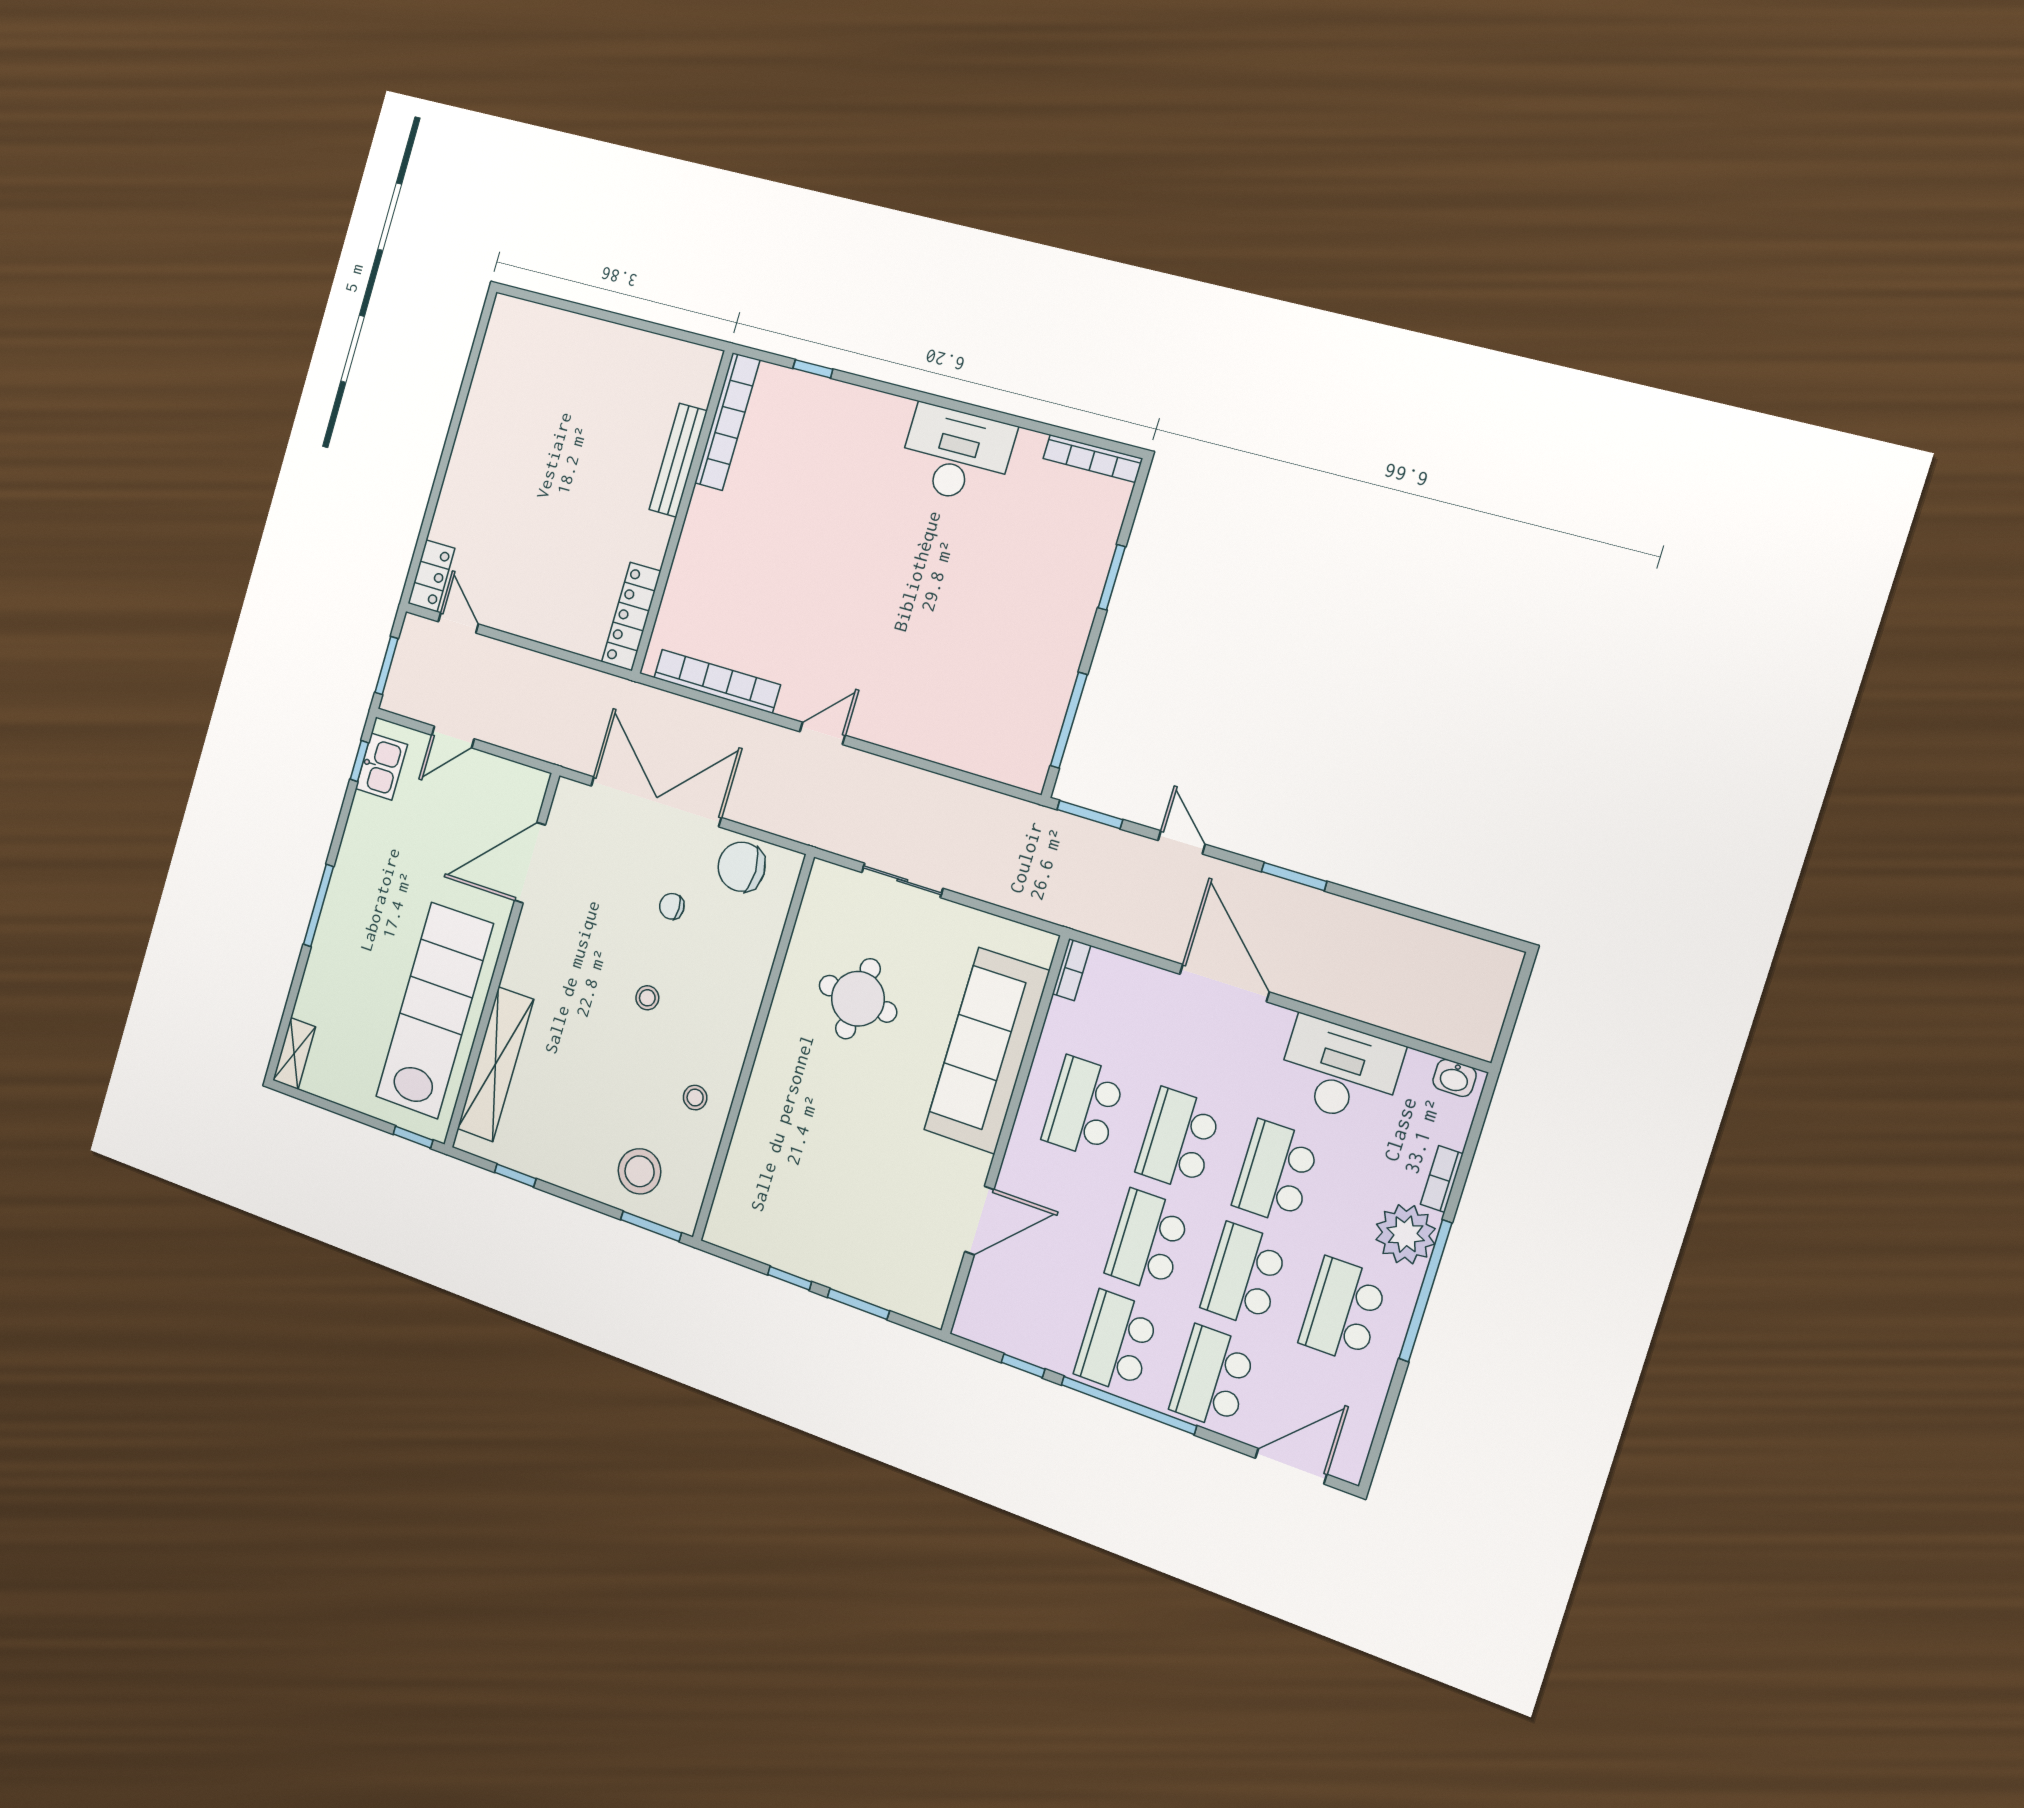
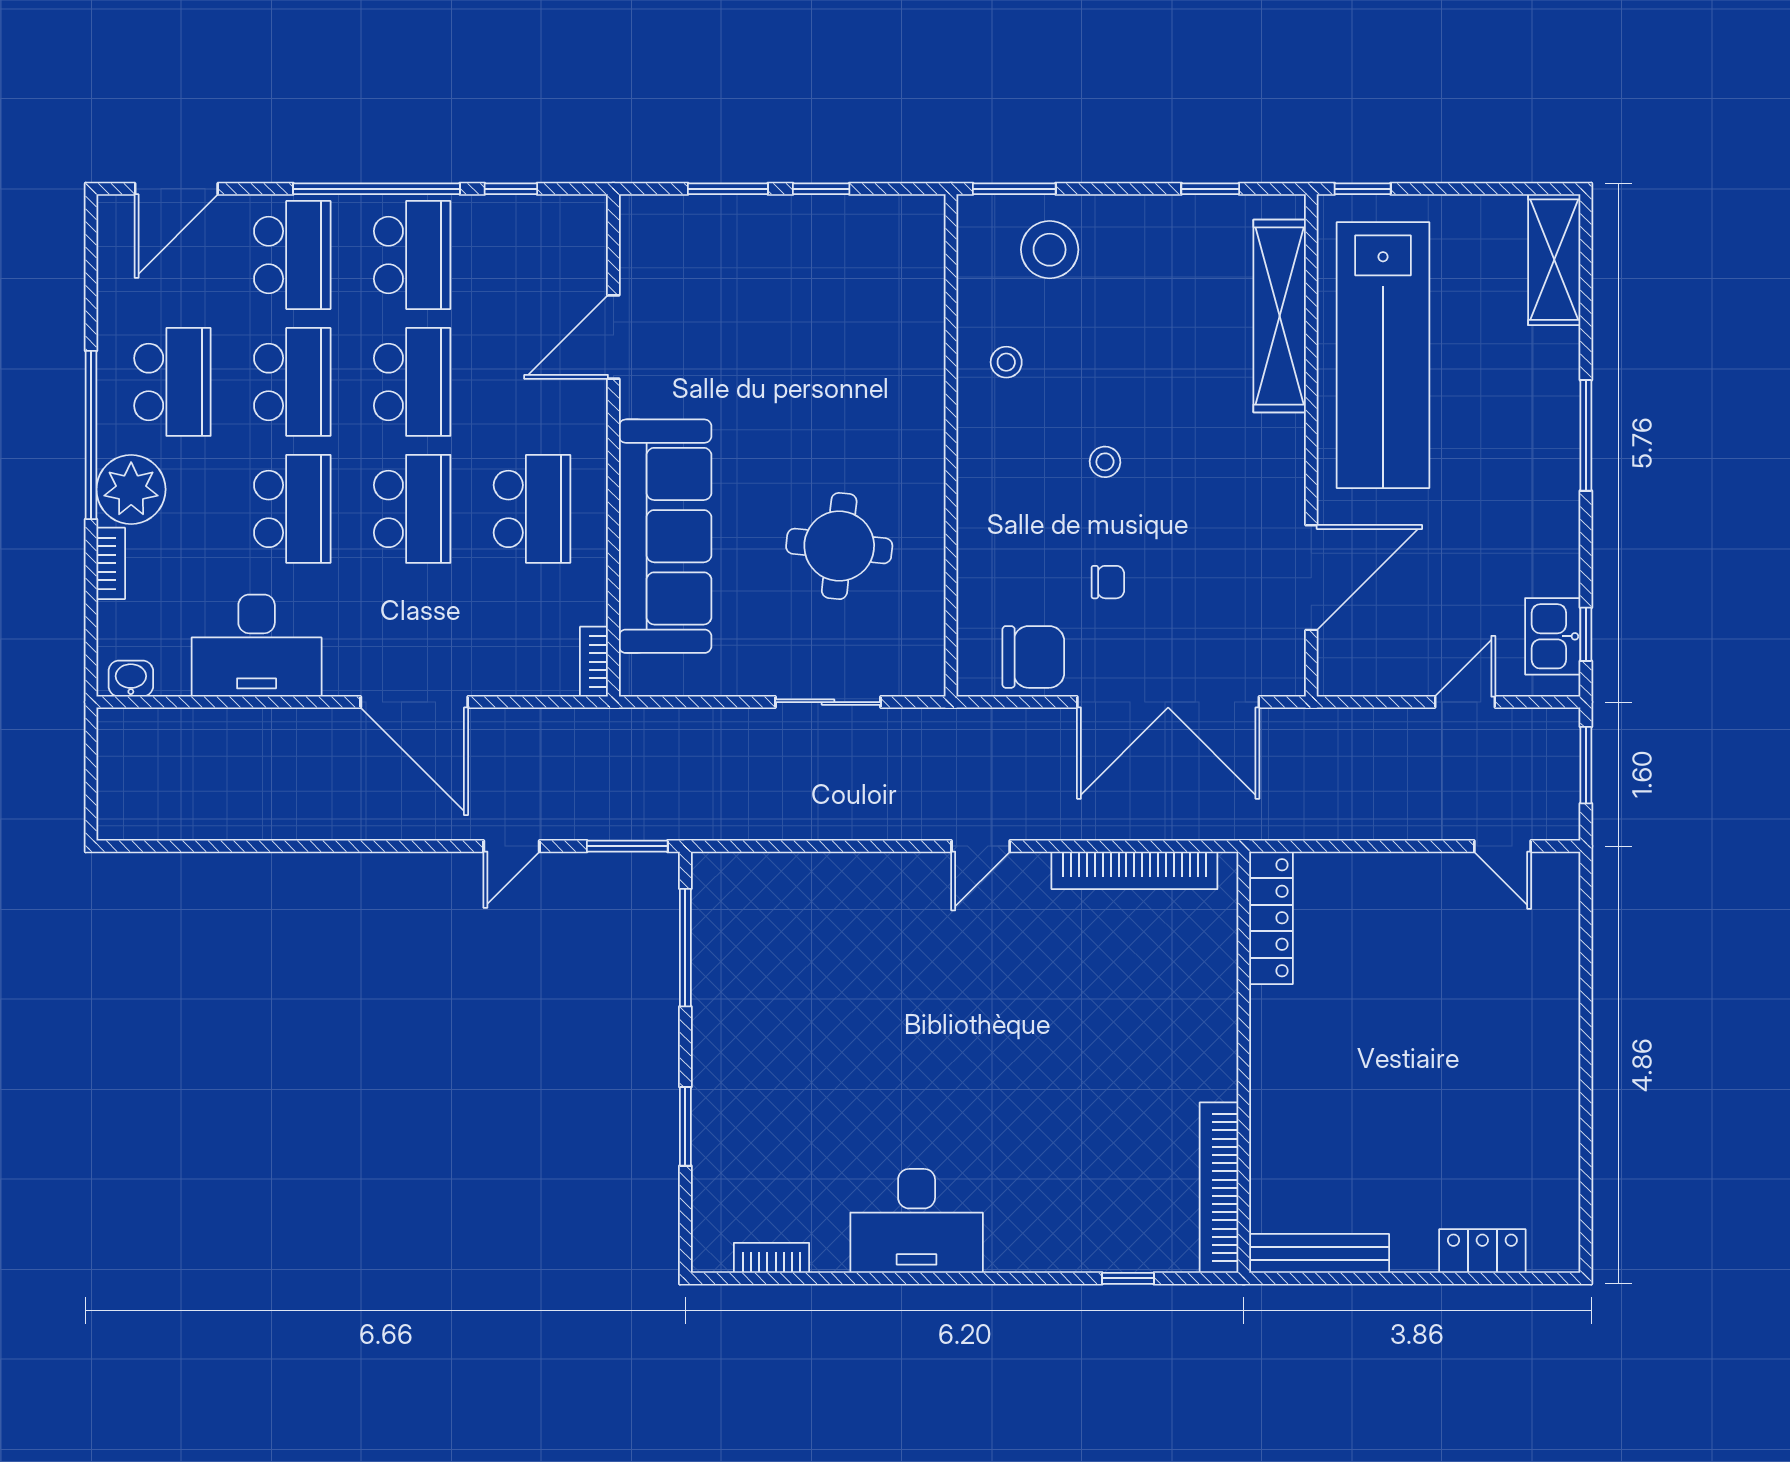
bookcase: (1093, 458) -> (772, 1258), width x0.64
bench: (678, 460) -> (1319, 1253), moved, turned 90
locker: (431, 576) -> (1482, 1251), moved, turned 90
door: (1182, 842) -> (511, 846), hinge flipped
window: (1294, 877) -> (373, 846), removed
shelving: (294, 1054) -> (1554, 260), width x1.50, depth x1.33

